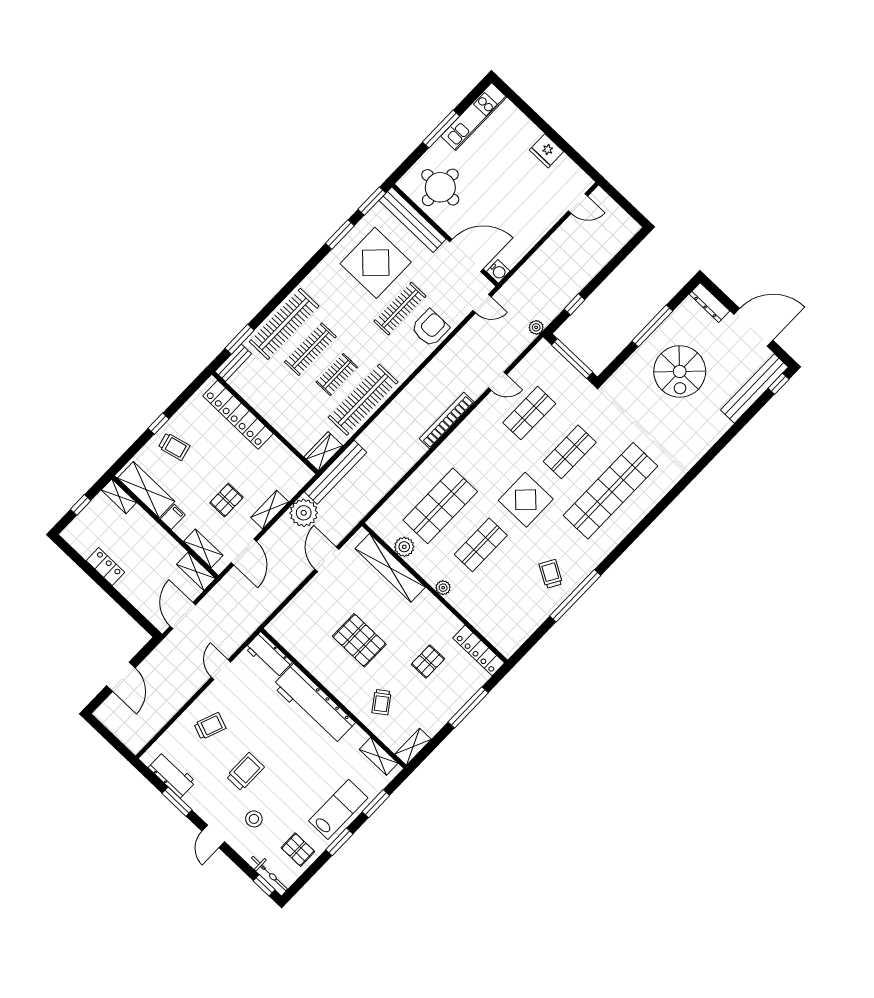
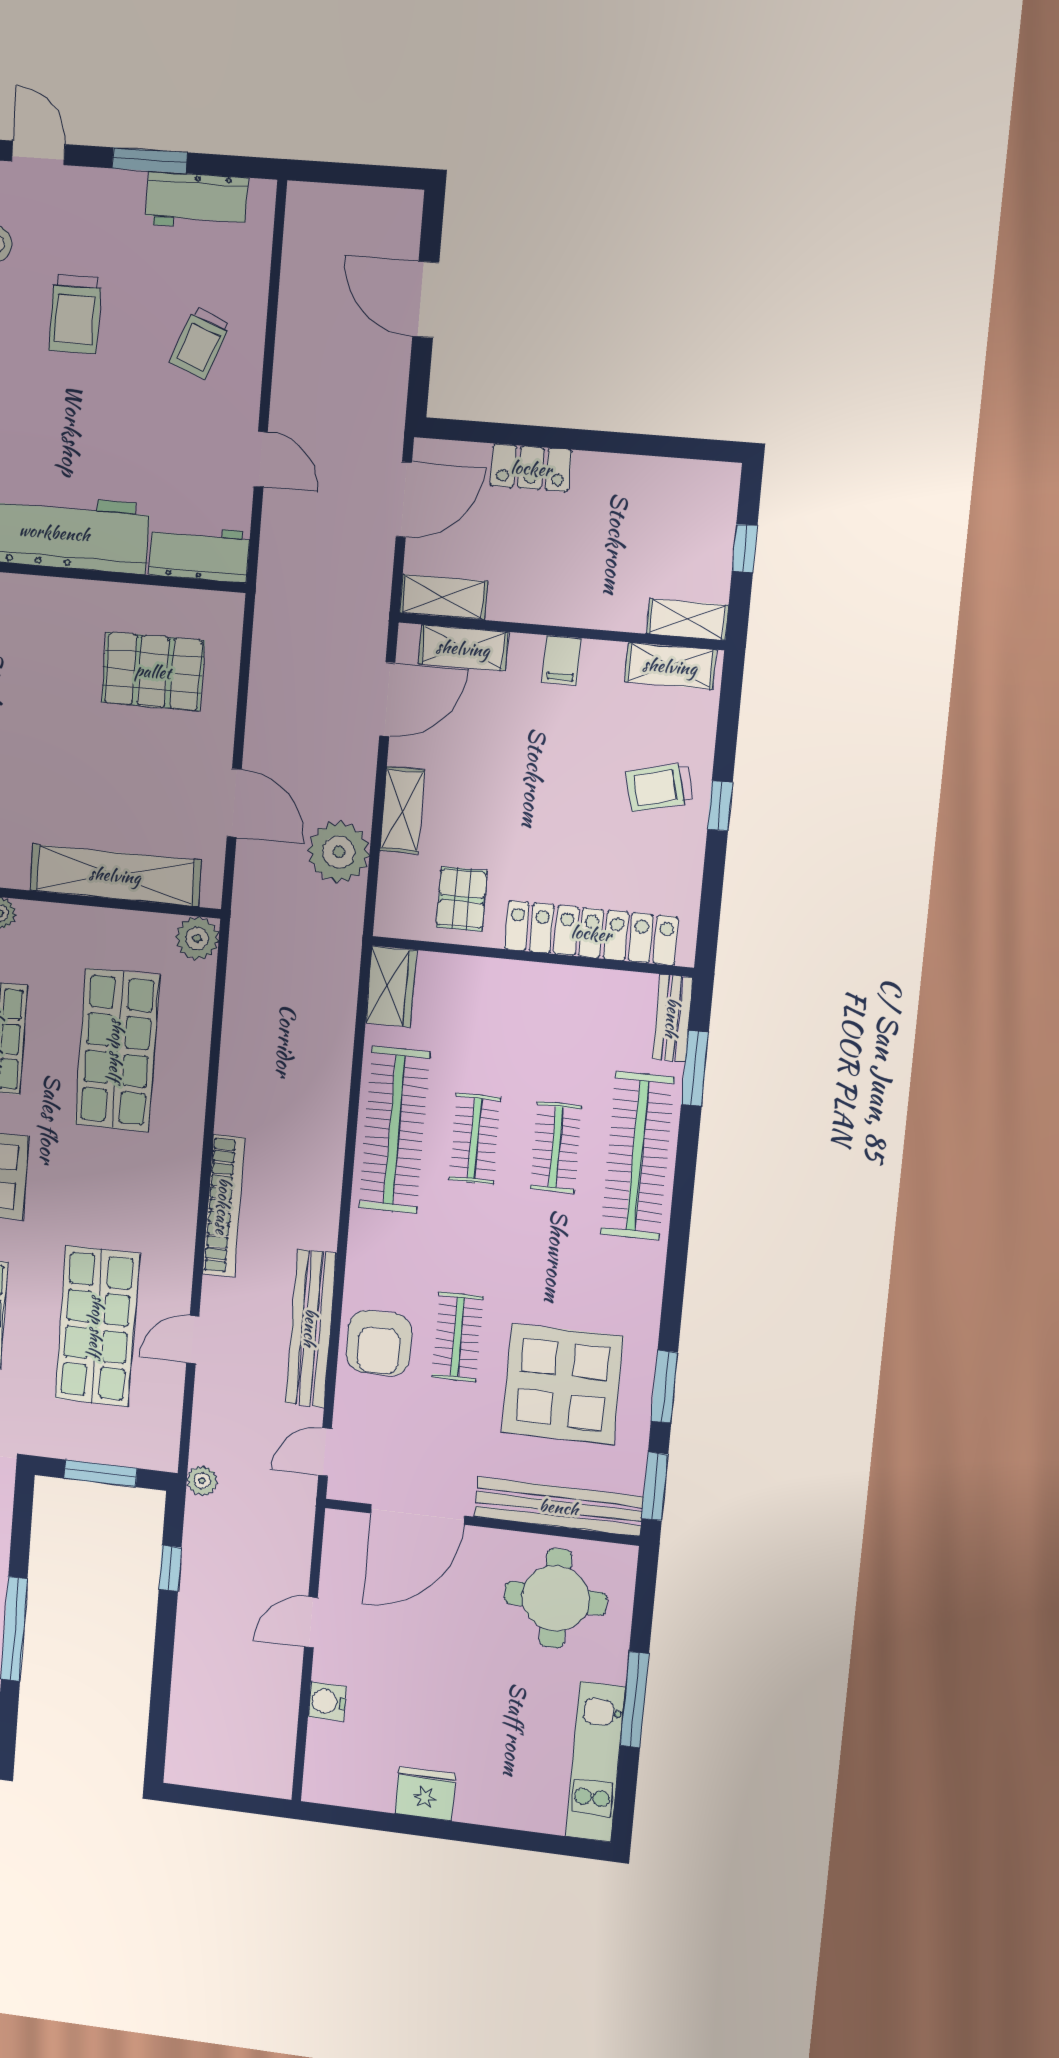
door: (578, 203) -> (311, 1622), moved
water cooler: (498, 271) -> (327, 1702), moved
clothes rail: (400, 309) -> (458, 1337), width x0.73
clothes rail: (310, 349) -> (556, 1147), width x0.73
window: (572, 359) -> (101, 1473), width x0.69
shop shelf: (529, 413) -> (97, 1326), width x1.43, depth x1.36
bench: (336, 472) -> (311, 1328), moved
shelving: (146, 490) -> (670, 666), width x0.67, depth x0.75
pallet: (226, 500) -> (462, 899), moved
plant: (404, 547) -> (197, 938), moved
door: (244, 552) -> (387, 699), swing flipped
locker: (105, 567) -> (531, 468), moved
door: (183, 616) -> (404, 500), hinge flipped
pallet: (359, 640) -> (153, 671), moved

